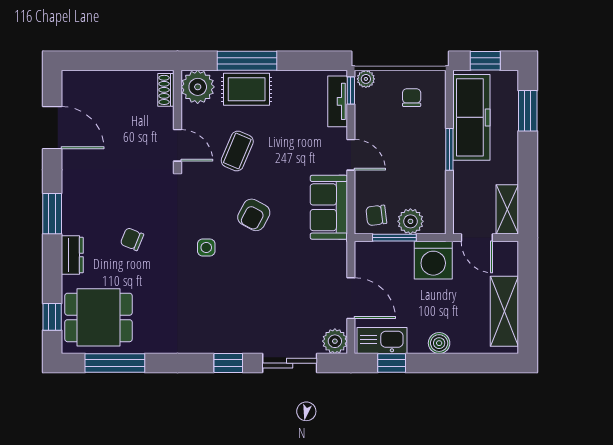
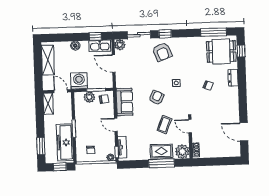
window: (52, 214) -> (243, 95), removed
armchair: (237, 321) -> (162, 52), added

